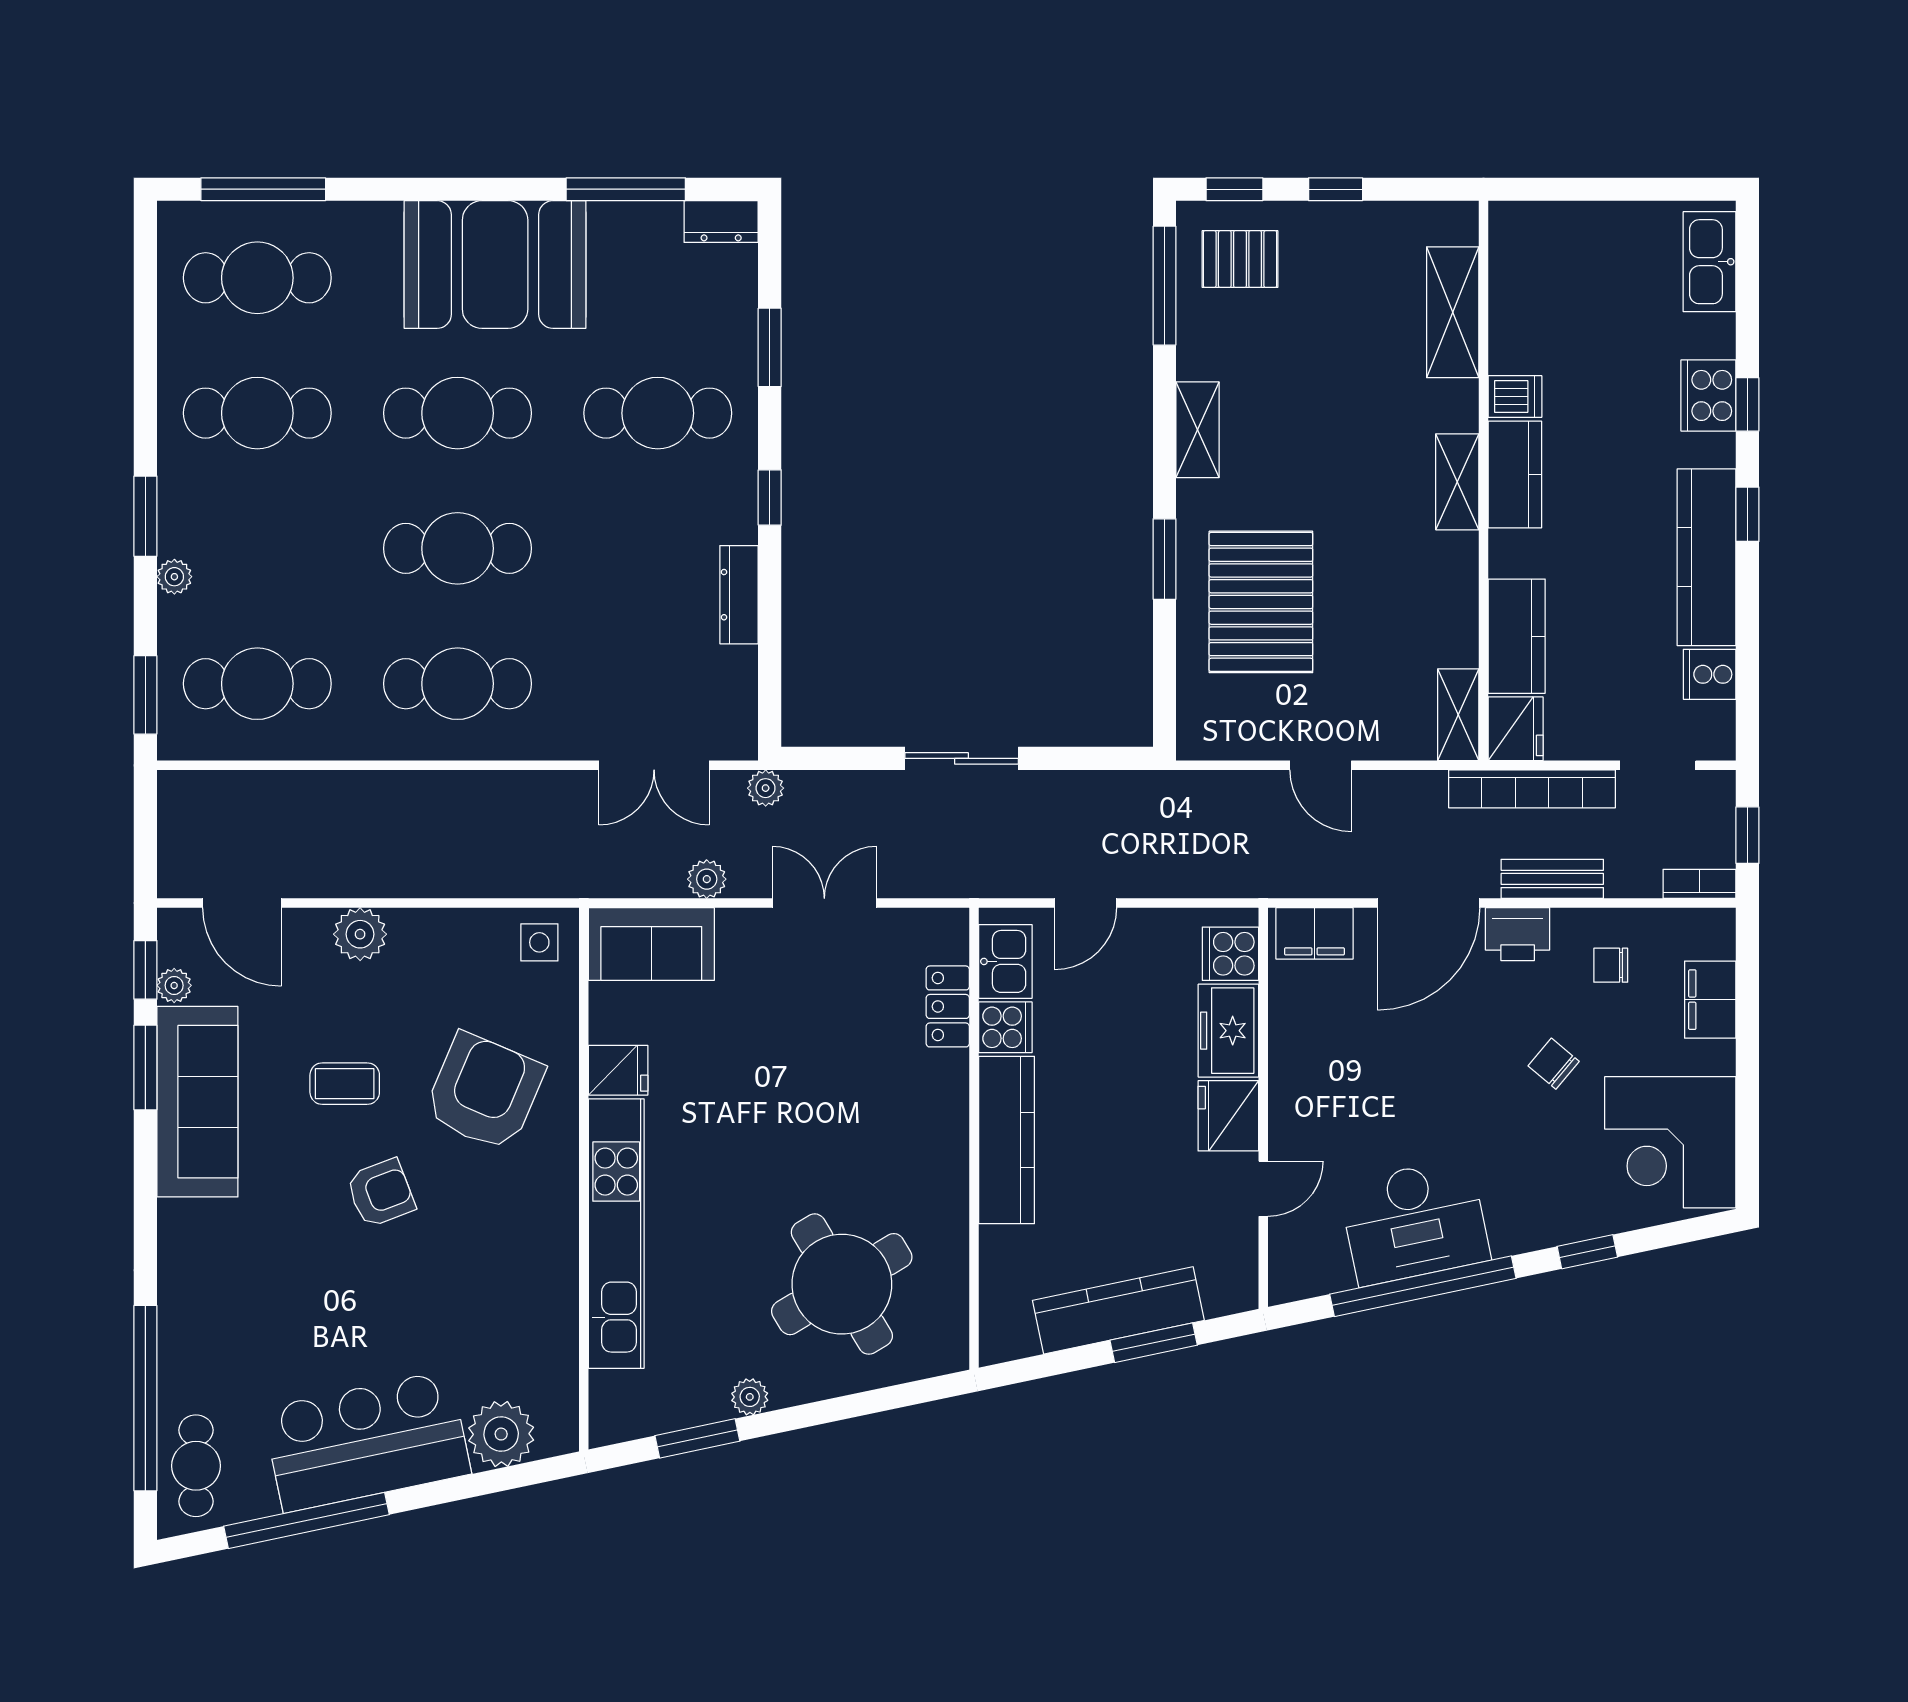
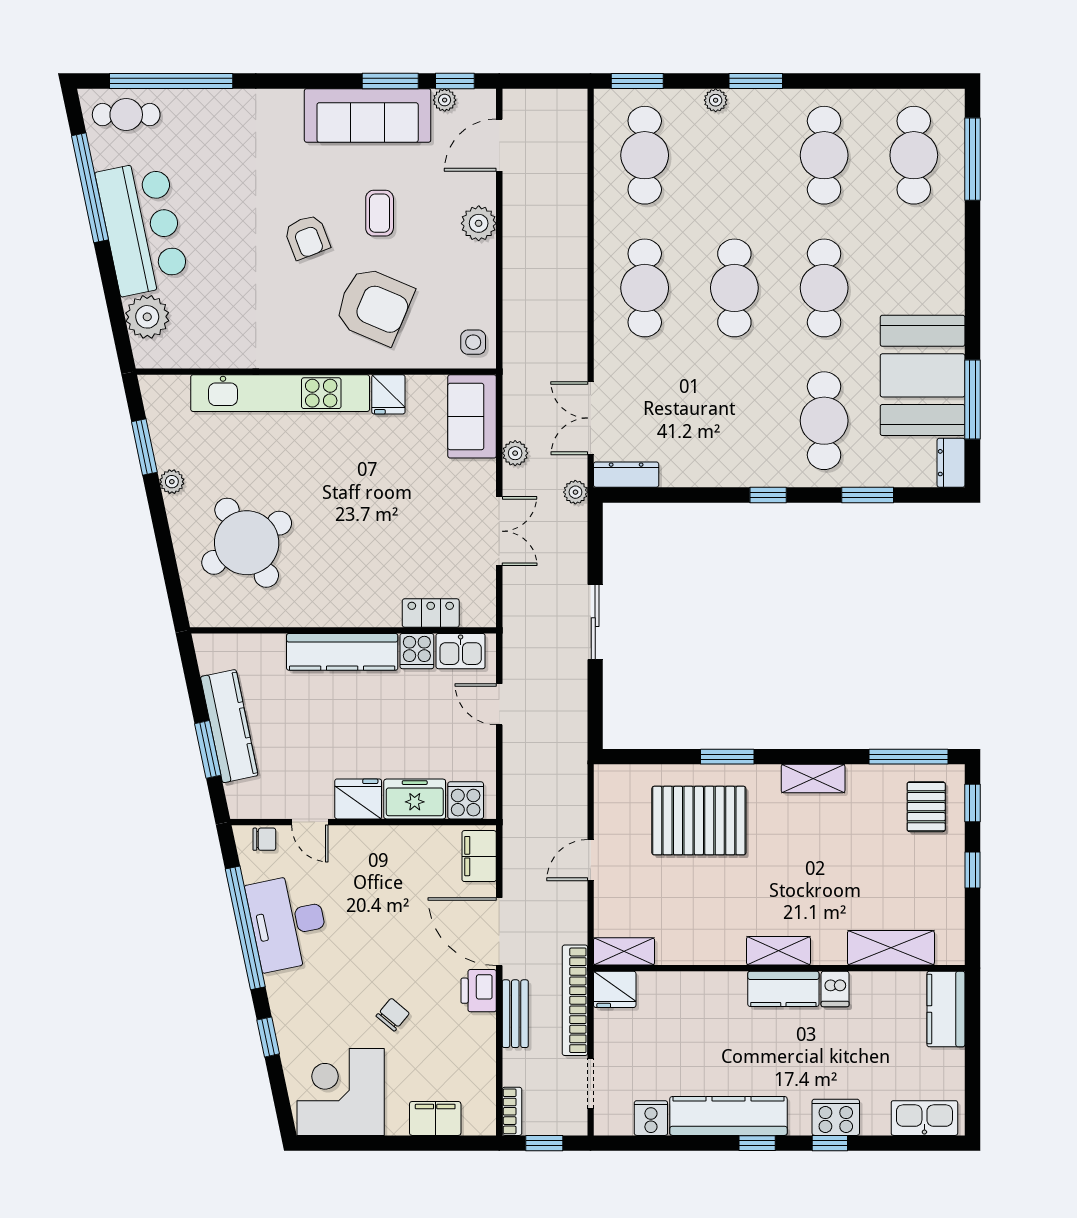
booth: (495, 265) -> (923, 375), moved
dresser: (739, 595) -> (626, 475), moved
kitchen counter: (1517, 636) -> (946, 1009), moved, turned 90
chair: (1611, 965) -> (264, 839), moved, turned 90

